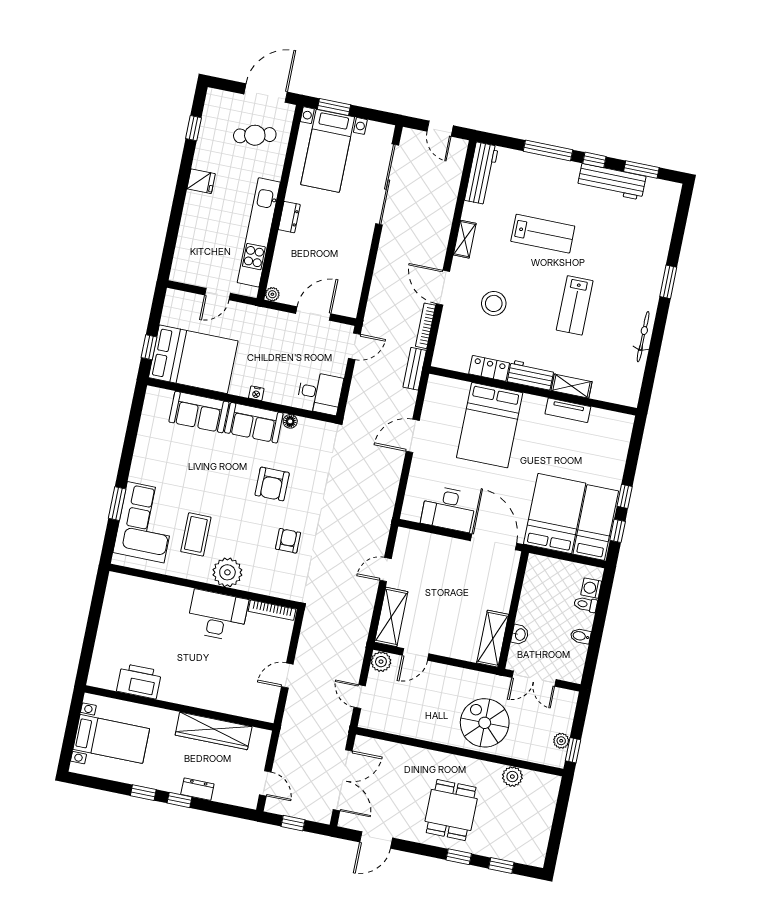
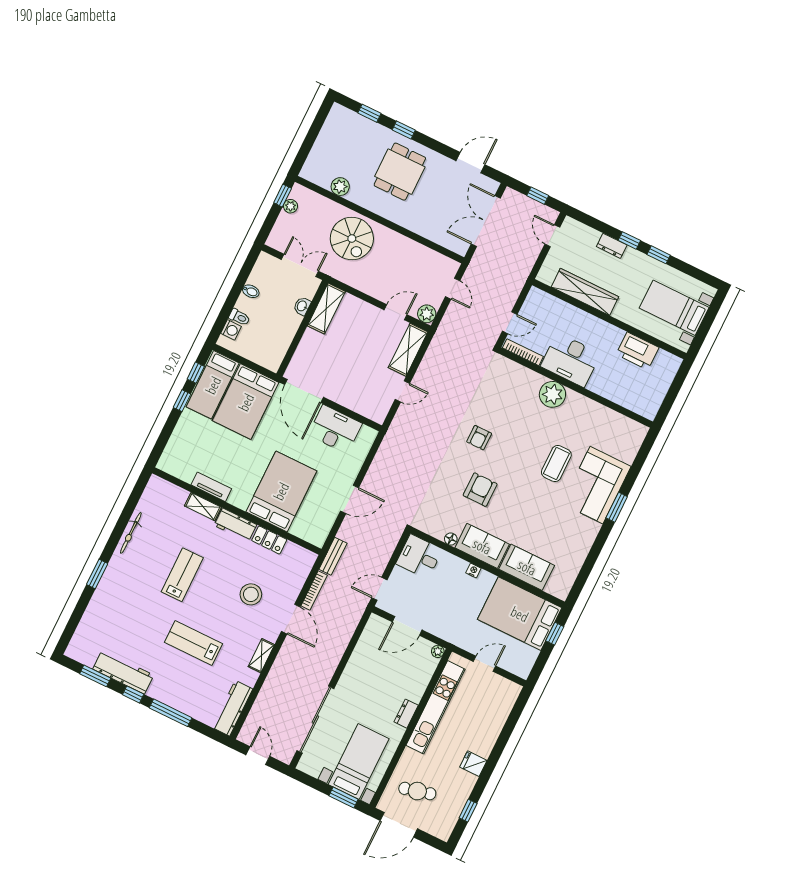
plant: (227, 572) -> (552, 394), moved
wall: (204, 586) -> (576, 388), moved
bookcase: (272, 610) -> (523, 352), moved
desk: (217, 615) -> (571, 360), moved

